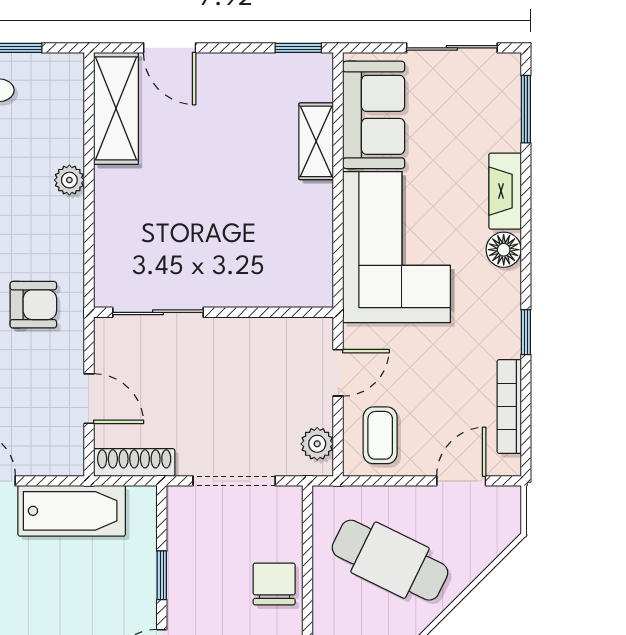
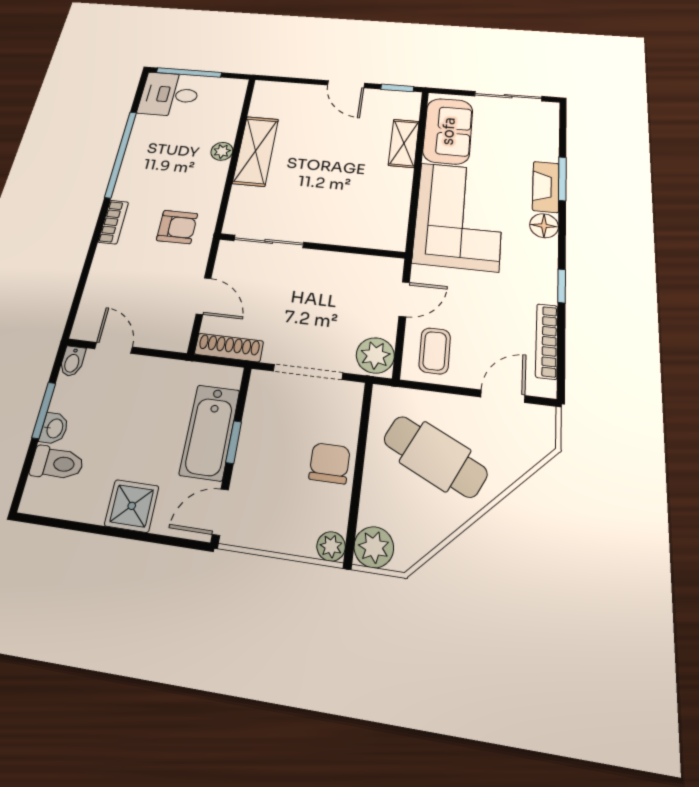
door: (170, 48) -> (346, 84), moved
shelving: (116, 108) -> (256, 151), moved
window: (526, 109) -> (562, 179), moved
plant: (317, 444) -> (375, 355), width x1.38, depth x1.38
bathtub: (72, 511) -> (210, 432), moved, turned 90

